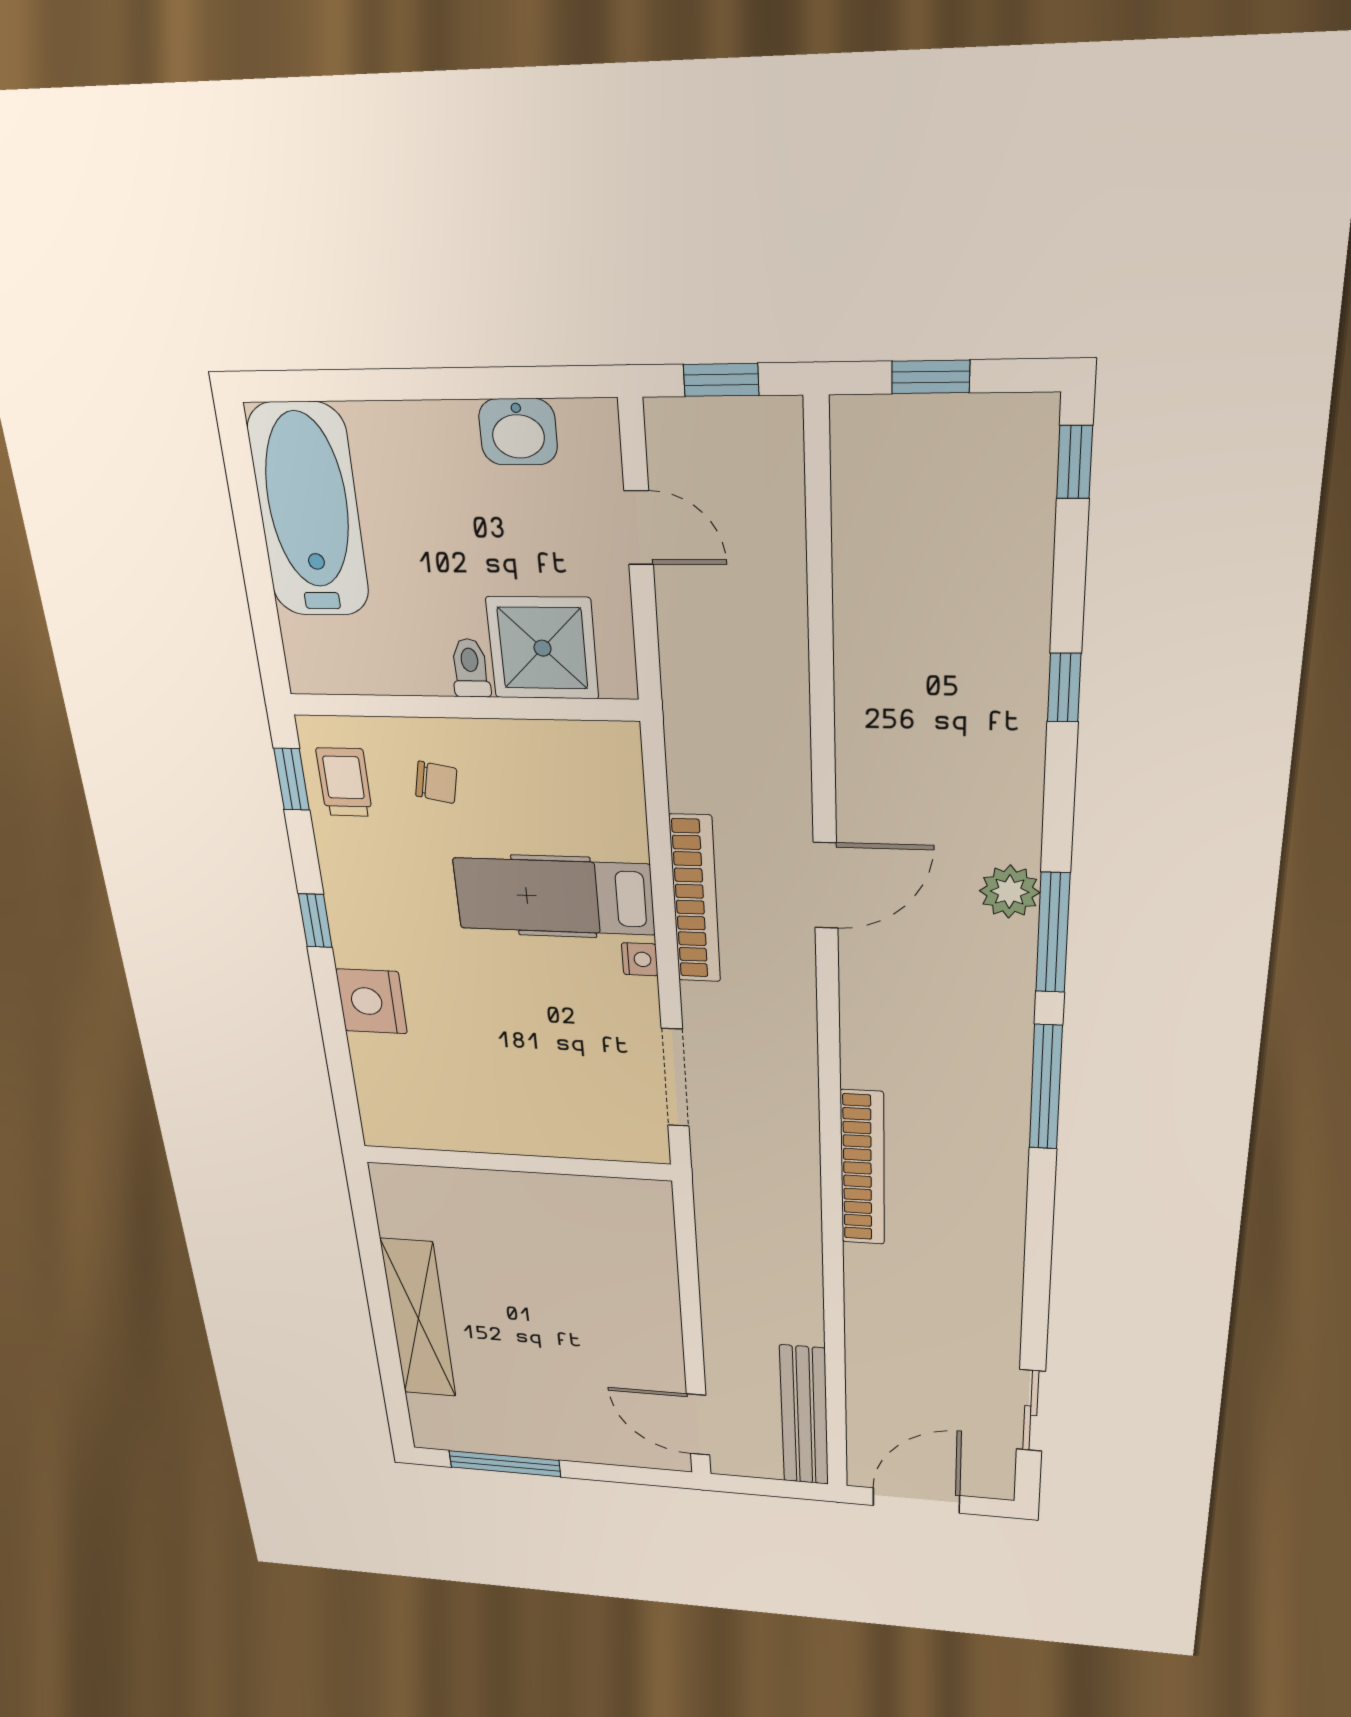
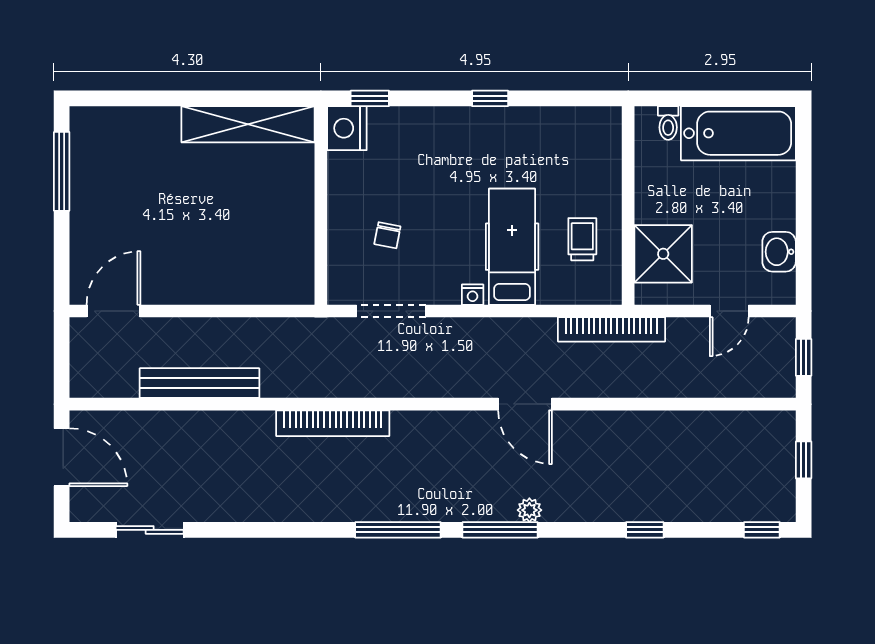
toilet: (470, 668) -> (668, 123), moved, turned 90
window: (292, 779) -> (370, 98), moved
trolley: (344, 782) -> (582, 239), moved, turned -90
chair: (436, 782) -> (387, 235), moved
plant: (1010, 892) -> (529, 510), width x0.73, depth x0.73
bookcase: (695, 899) -> (611, 329), moved
nightstand: (372, 1001) -> (347, 128), moved, turned -90
shelving: (418, 1319) -> (248, 124), moved
bench: (804, 1416) -> (200, 383), moved

